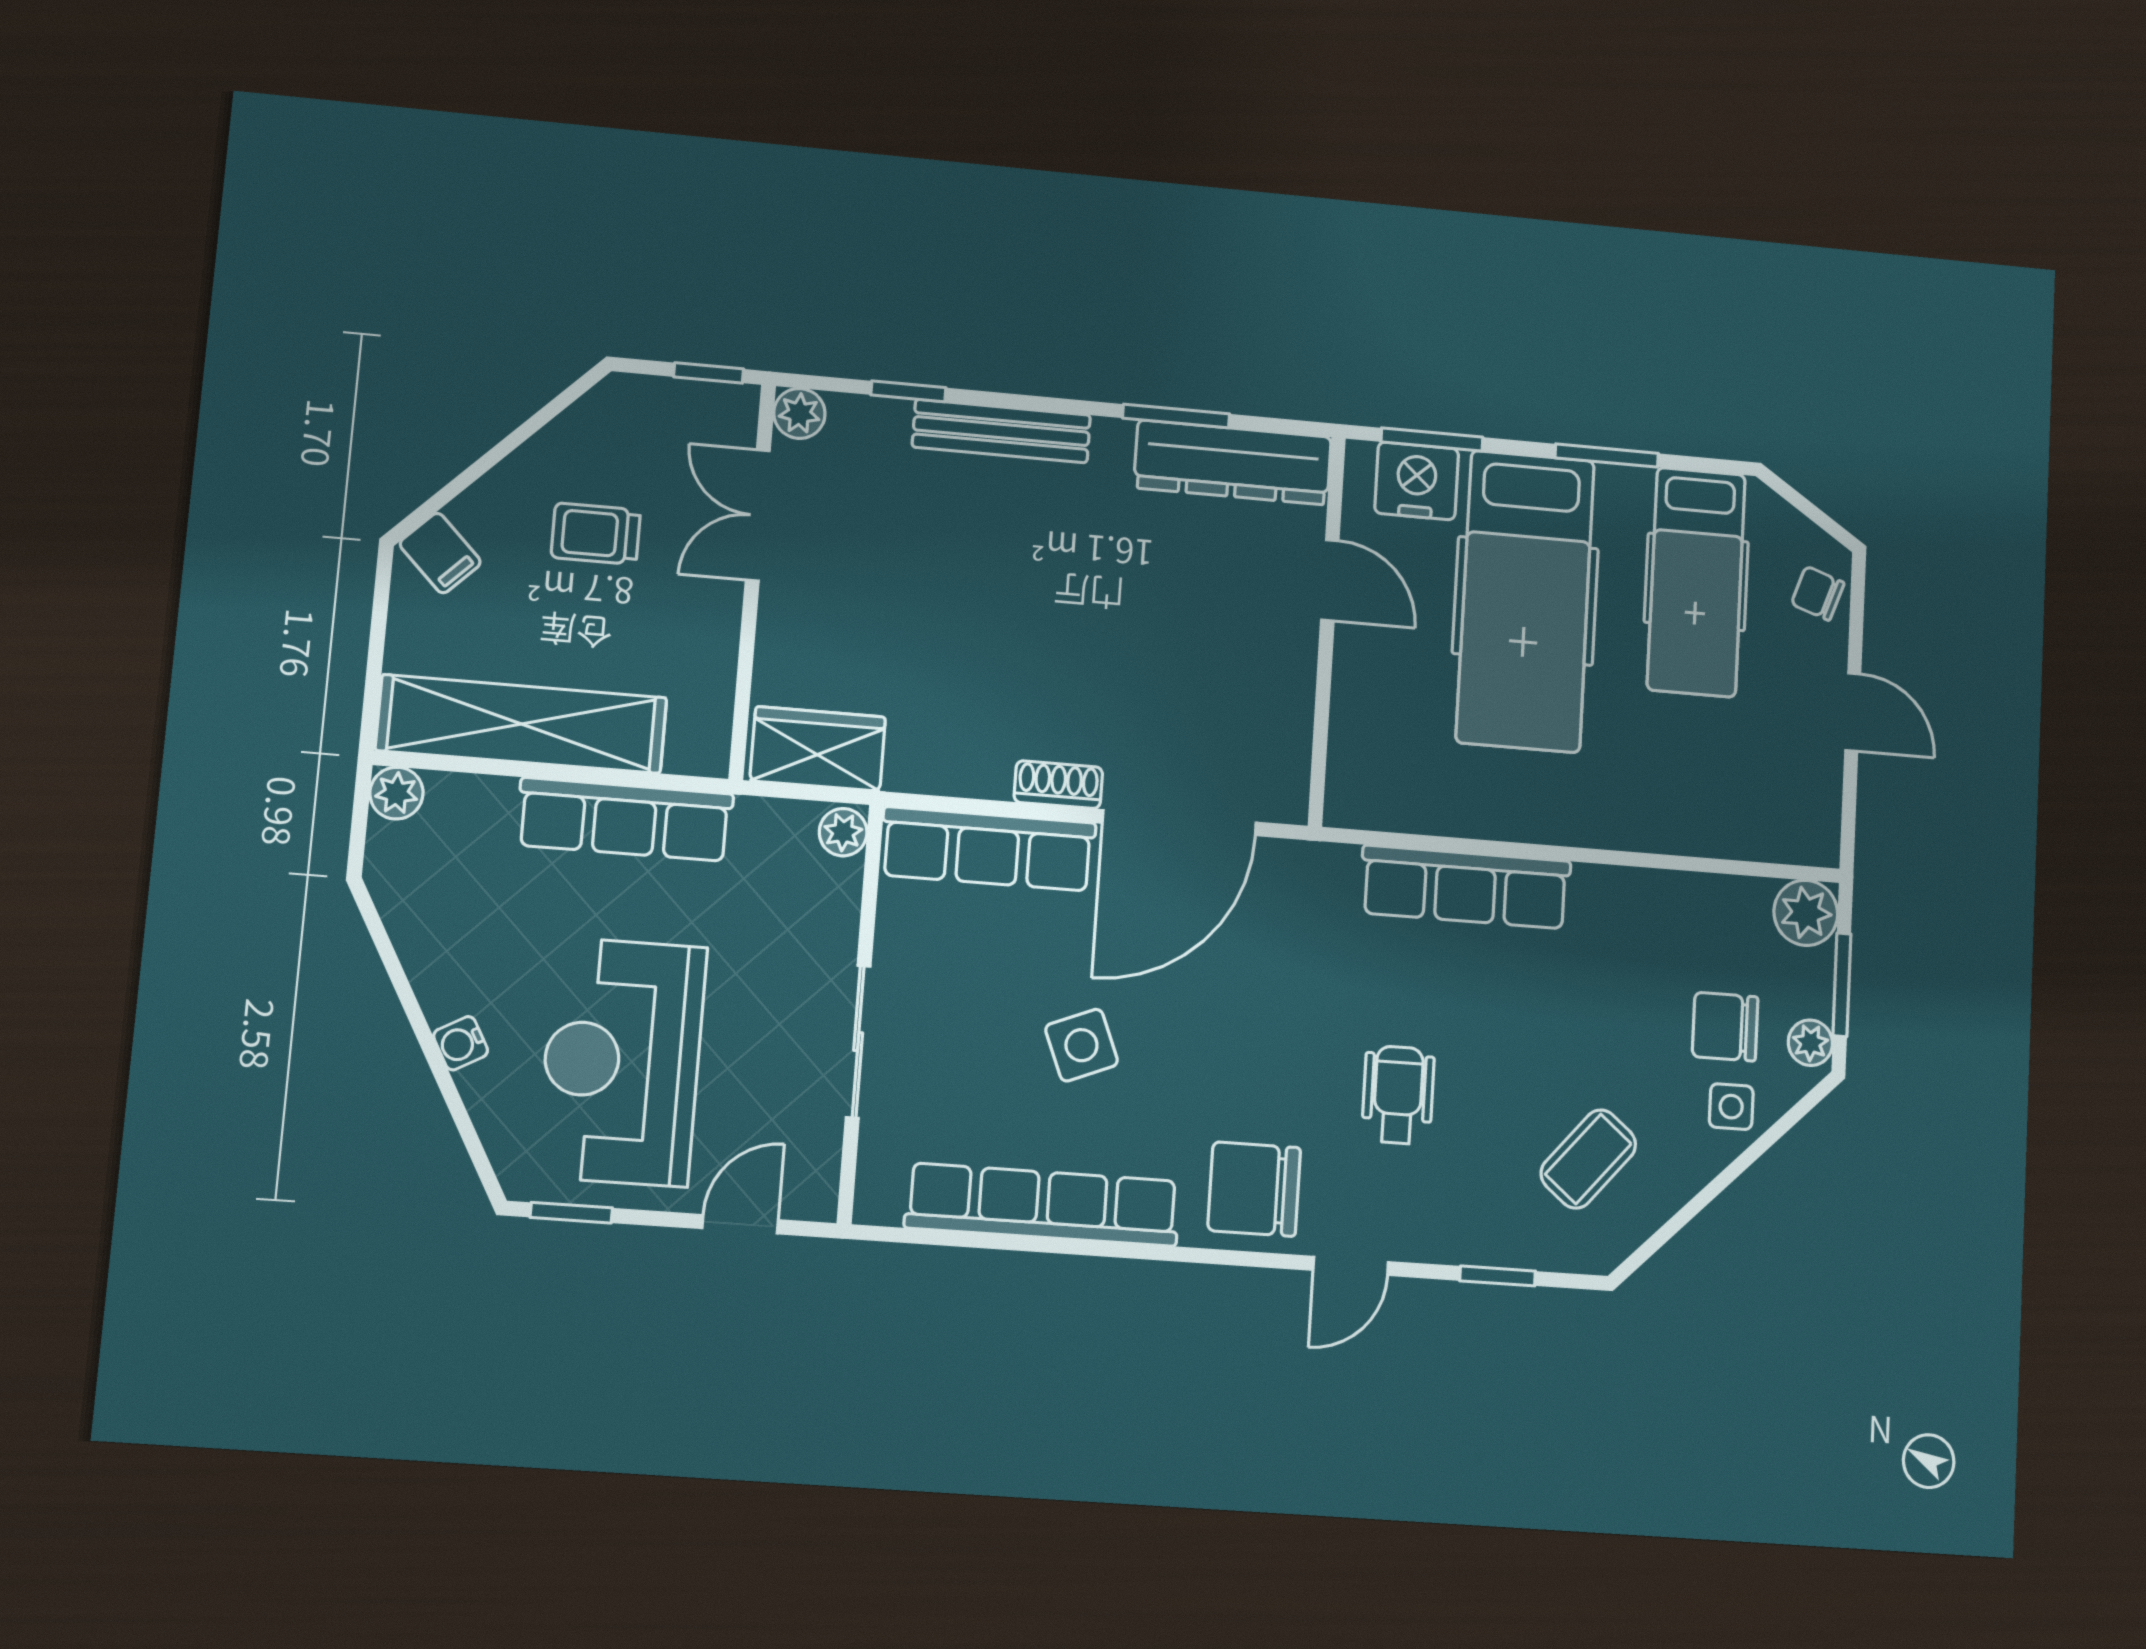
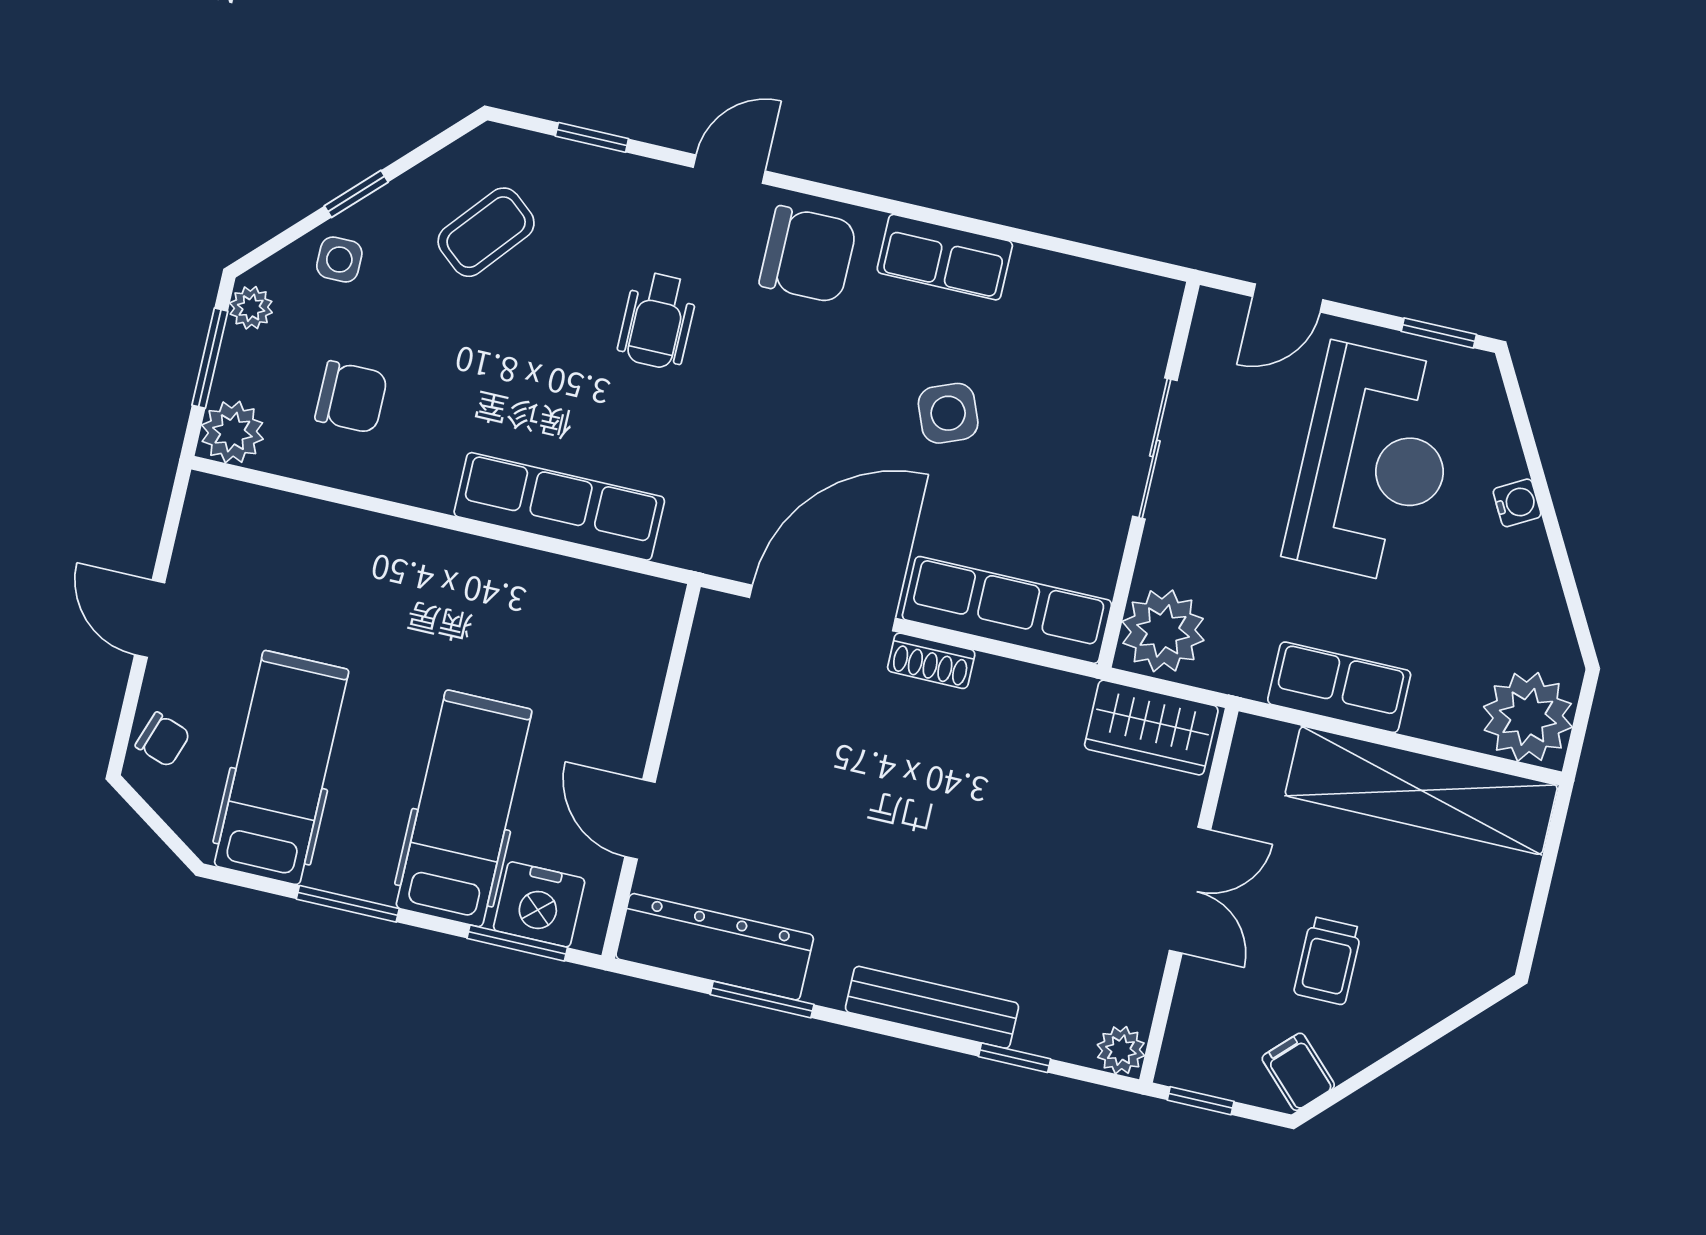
double door: (758, 515) -> (1190, 890), moved
trolley: (596, 534) -> (1328, 961), turned 90
filing cabinet: (440, 553) -> (1298, 1072), moved
hospital bed: (1525, 601) -> (464, 809), width x0.73, depth x0.78
plant: (396, 793) -> (1528, 717), width x1.88, depth x1.88
row of seats: (625, 819) -> (1339, 687), width x0.68
plant: (843, 832) -> (1163, 631), width x1.88, depth x1.88
chair: (1725, 1027) -> (351, 397), moved
window: (1726, 1177) -> (356, 194), added
row of seats: (1043, 1205) -> (945, 257), width x0.50

